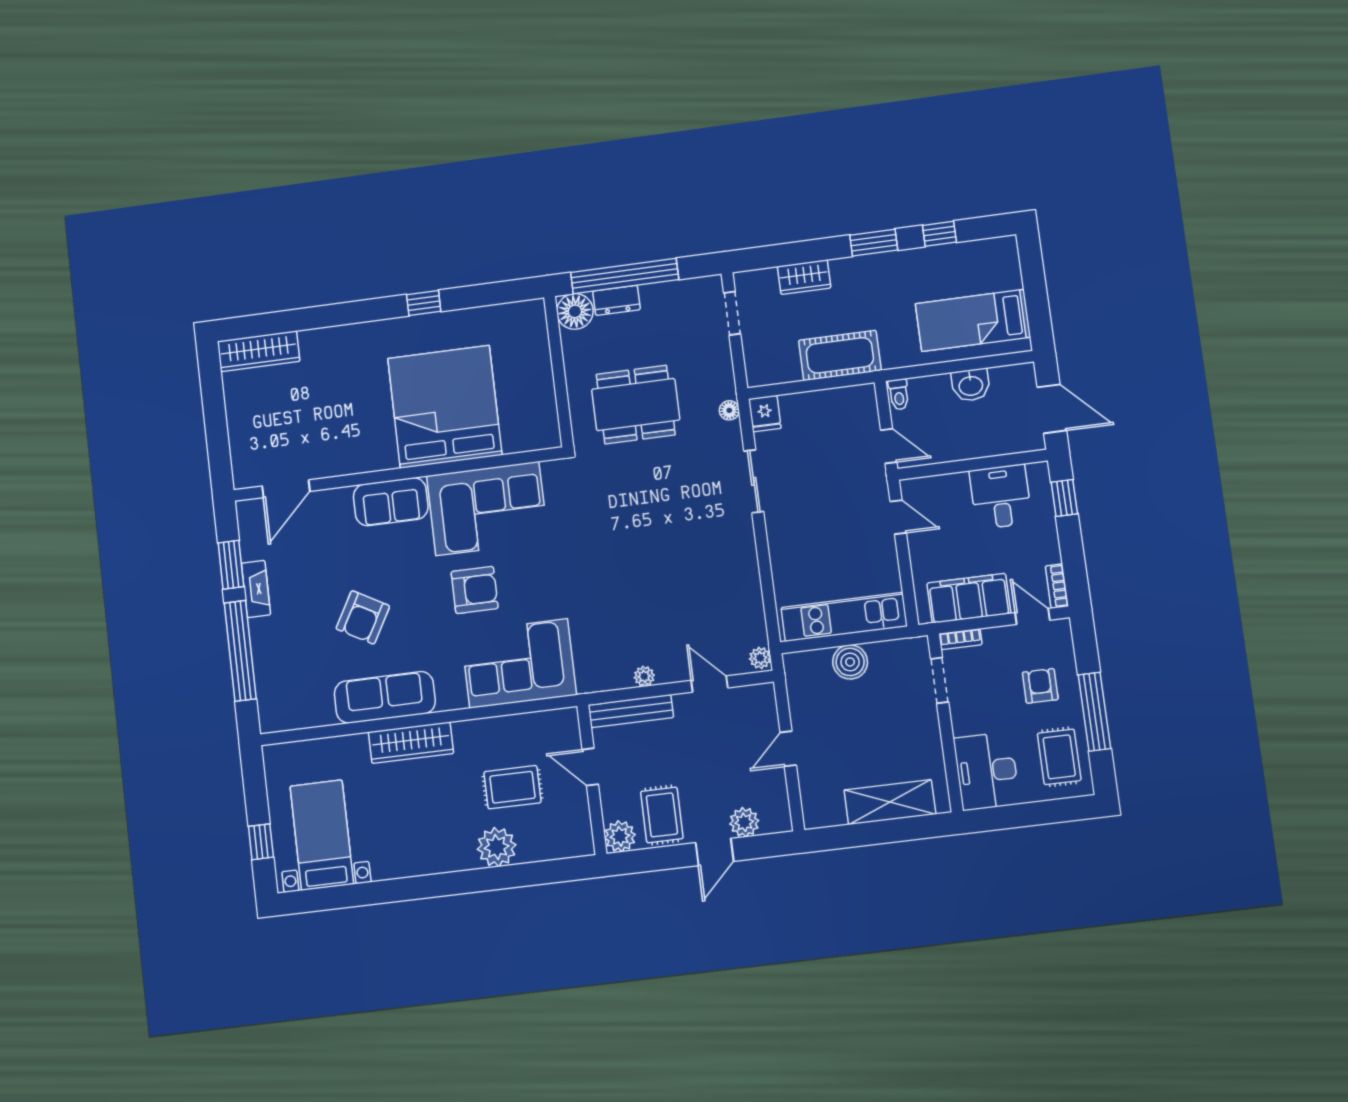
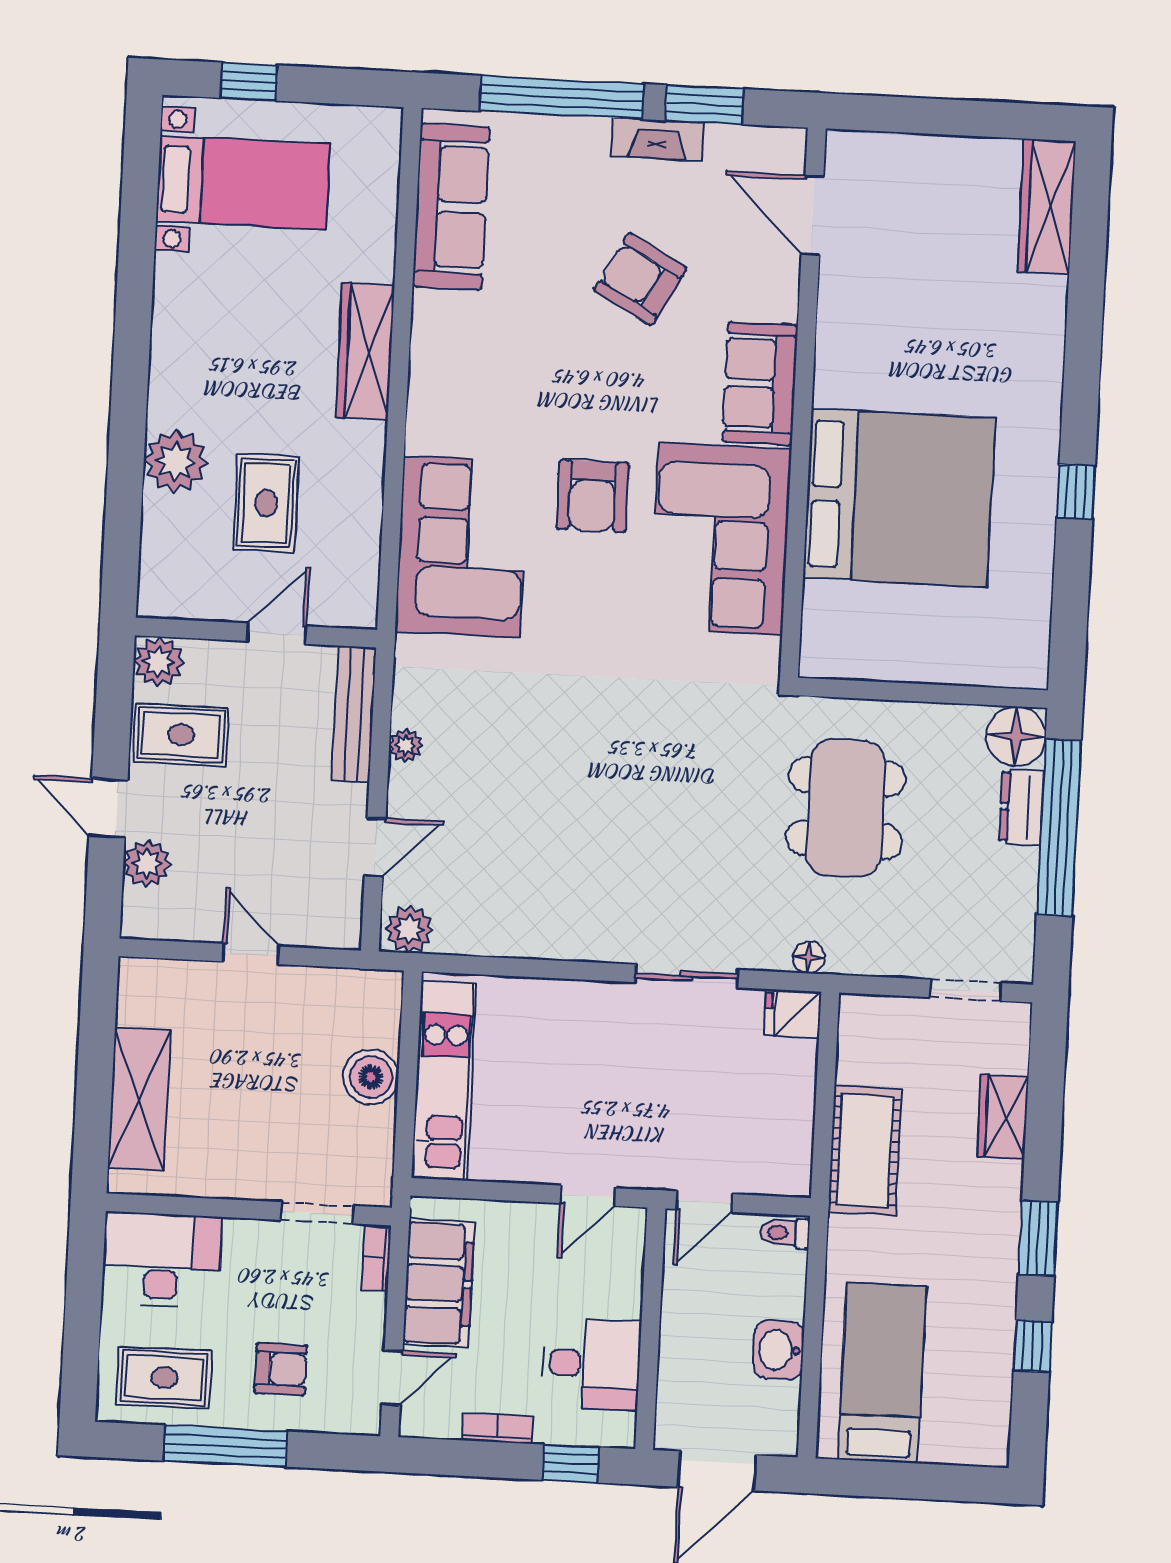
bookcase: (1057, 586) -> (497, 1428), moved
armchair: (363, 617) -> (640, 279), moved
plant: (760, 658) -> (409, 929), width x1.38, depth x1.38
sofa: (385, 697) -> (451, 207), moved

